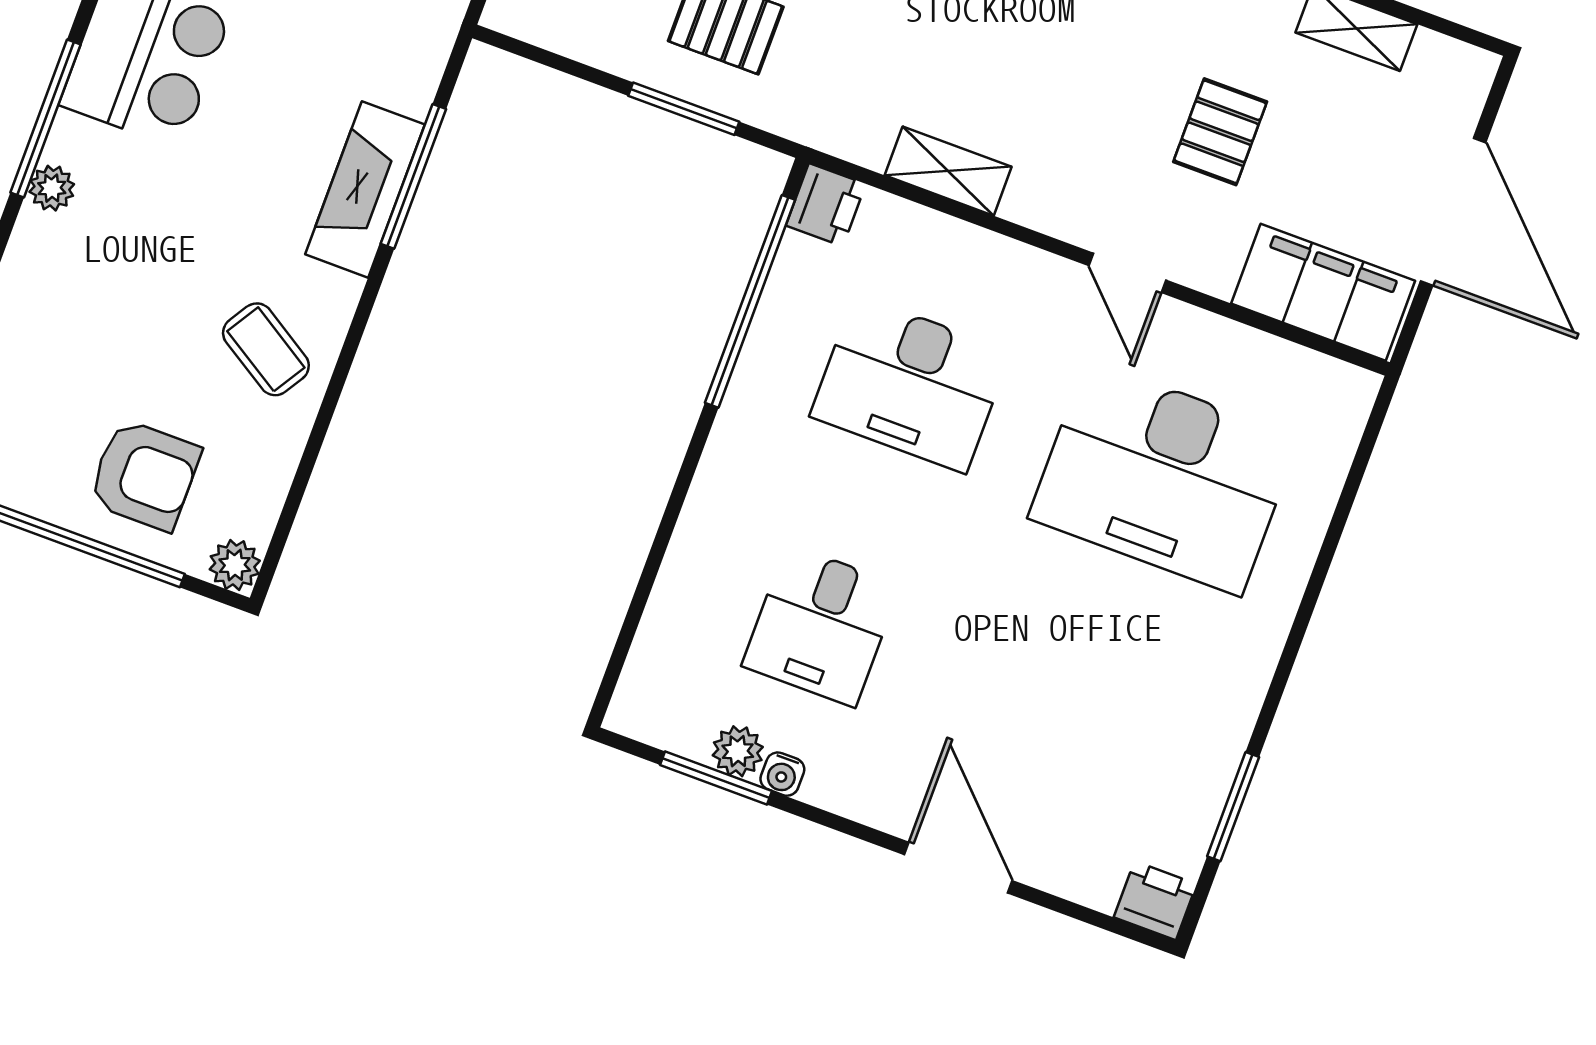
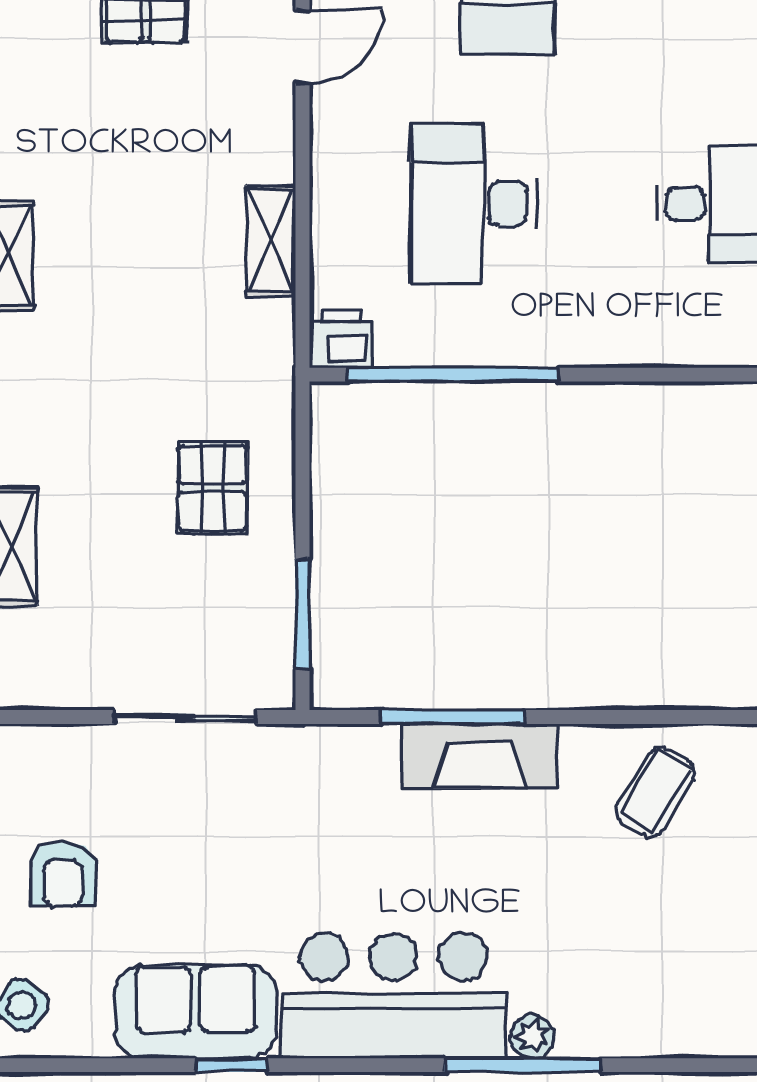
window: (684, 109) -> (303, 614), moved
plant: (52, 188) -> (532, 1037), moved
desk: (910, 384) -> (474, 204), turned 180

